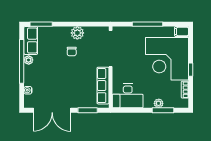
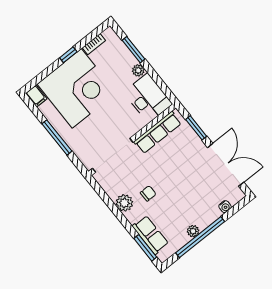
row of seats: (31, 40) -> (150, 235), moved, turned 90
plant: (159, 103) -> (138, 70), moved

